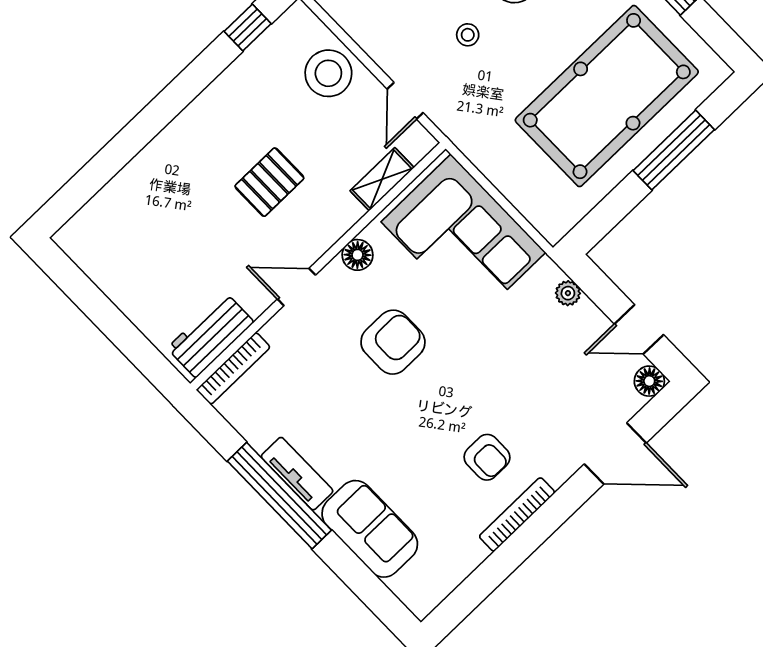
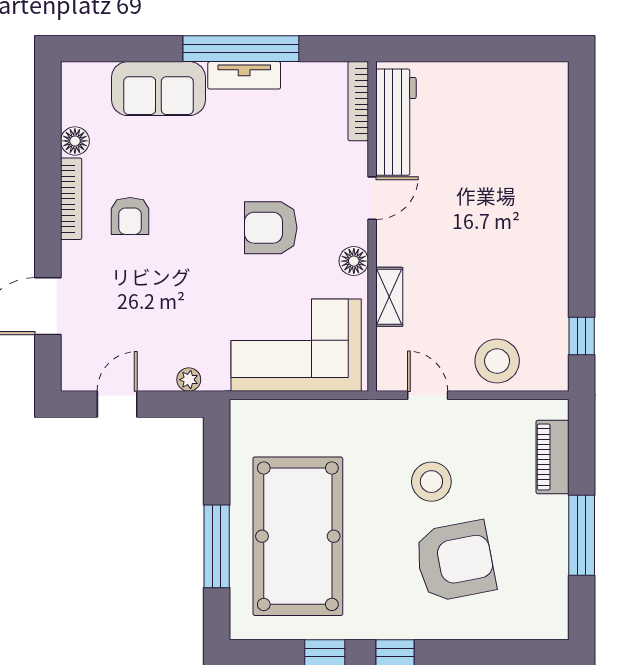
stool: (468, 35) -> (431, 482), width x1.89, depth x1.89
shelving: (382, 179) -> (389, 297), moved
pallet: (269, 182) -> (462, 249), removed
workbench: (210, 335) -> (396, 122), width x1.38
armchair: (393, 342) -> (271, 228), turned 90
floor lamp: (649, 381) -> (75, 141), moved
armchair: (487, 457) -> (130, 216), turned -90

